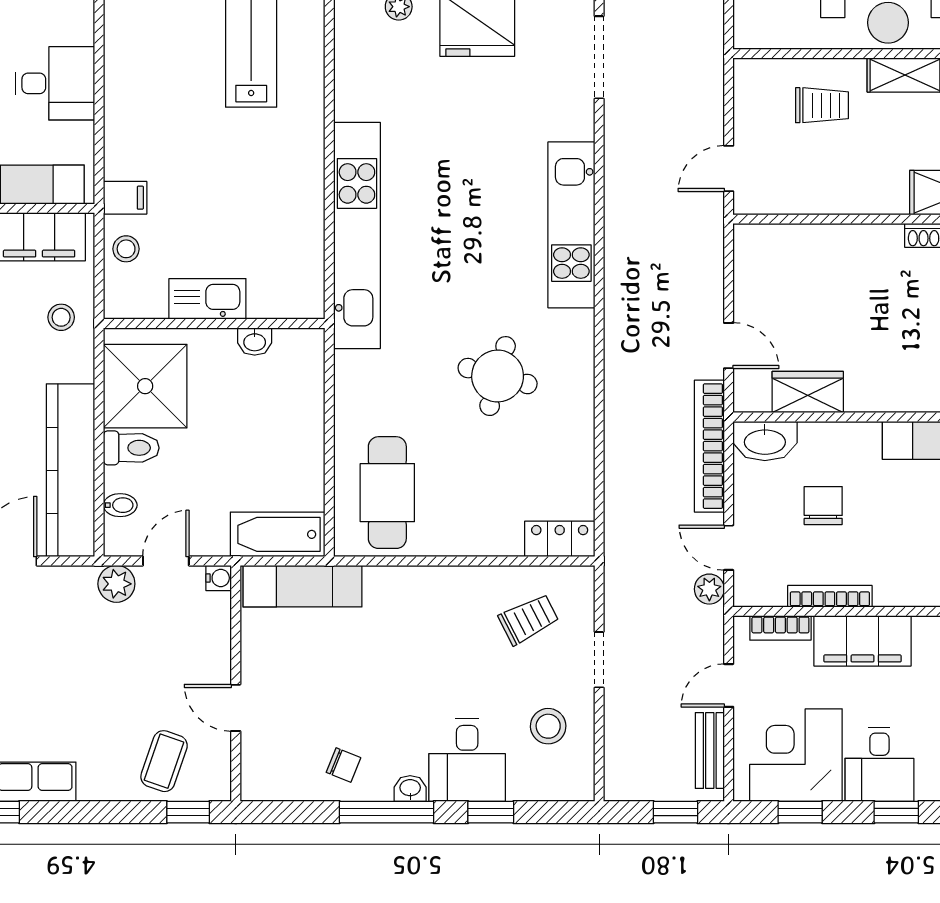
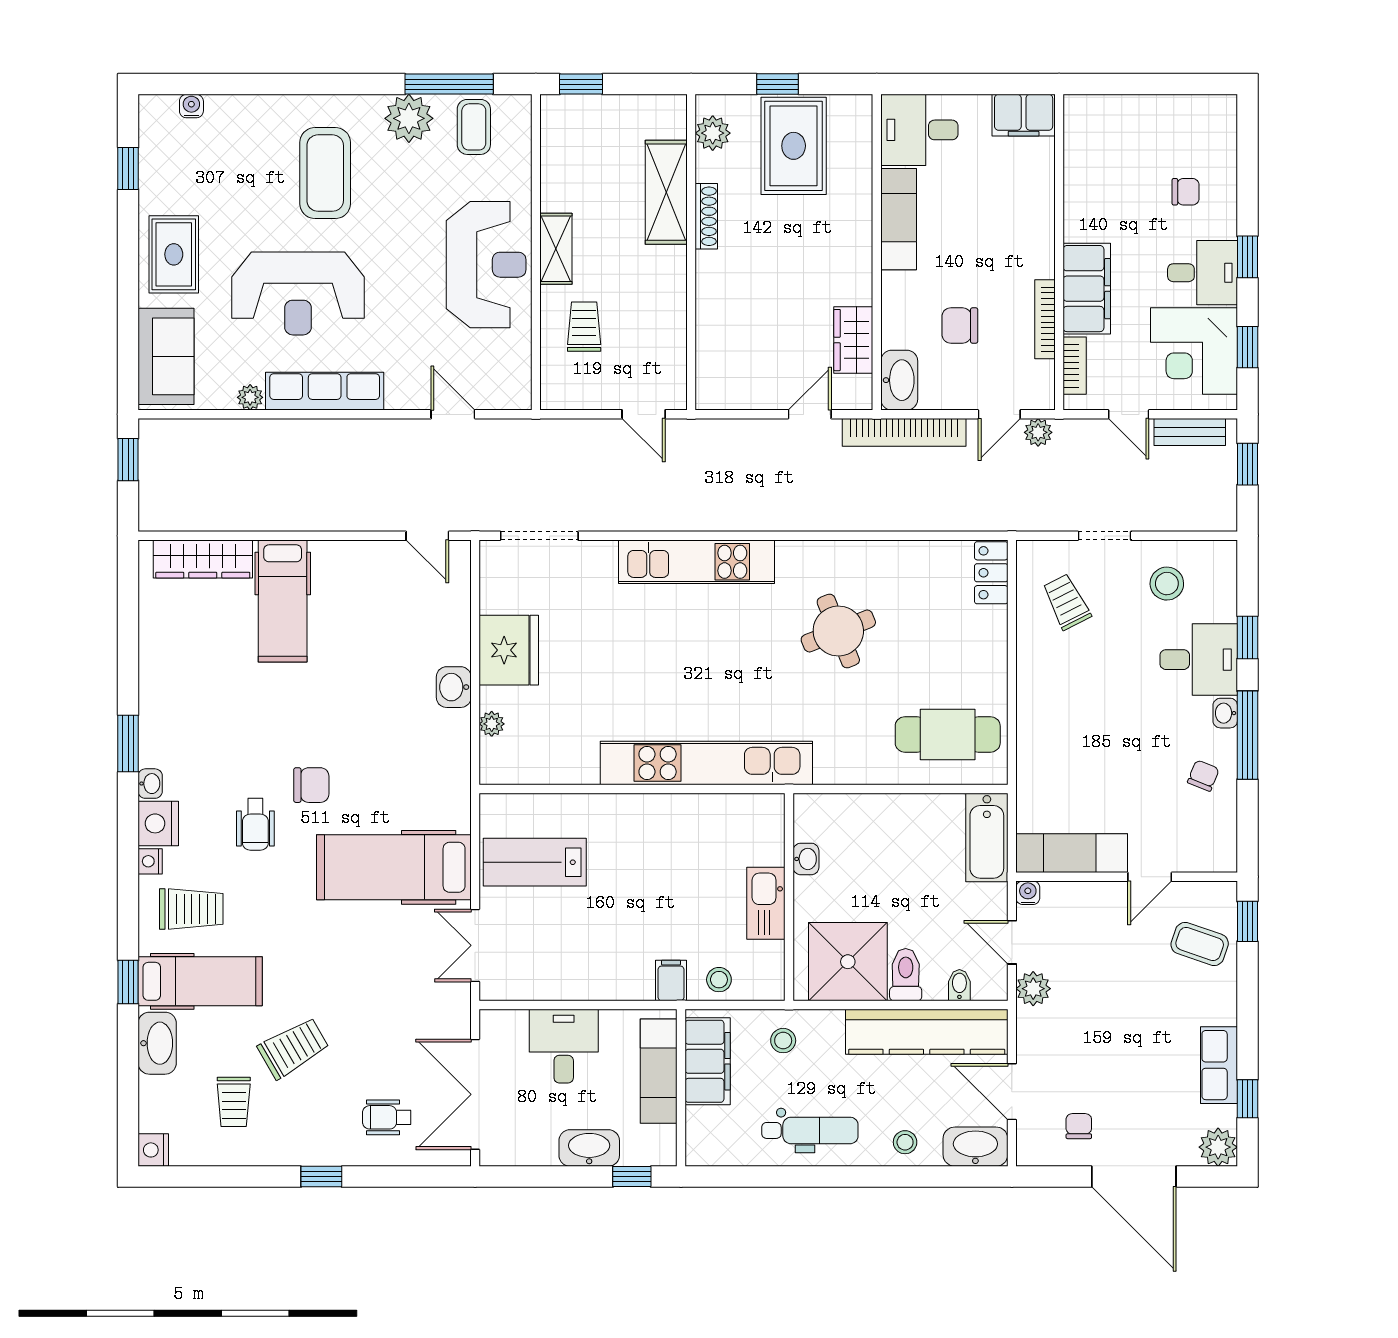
round table: (498, 376) -> (838, 631), turned -37
exam couch: (303, 586) -> (1072, 853), moved, turned -90

